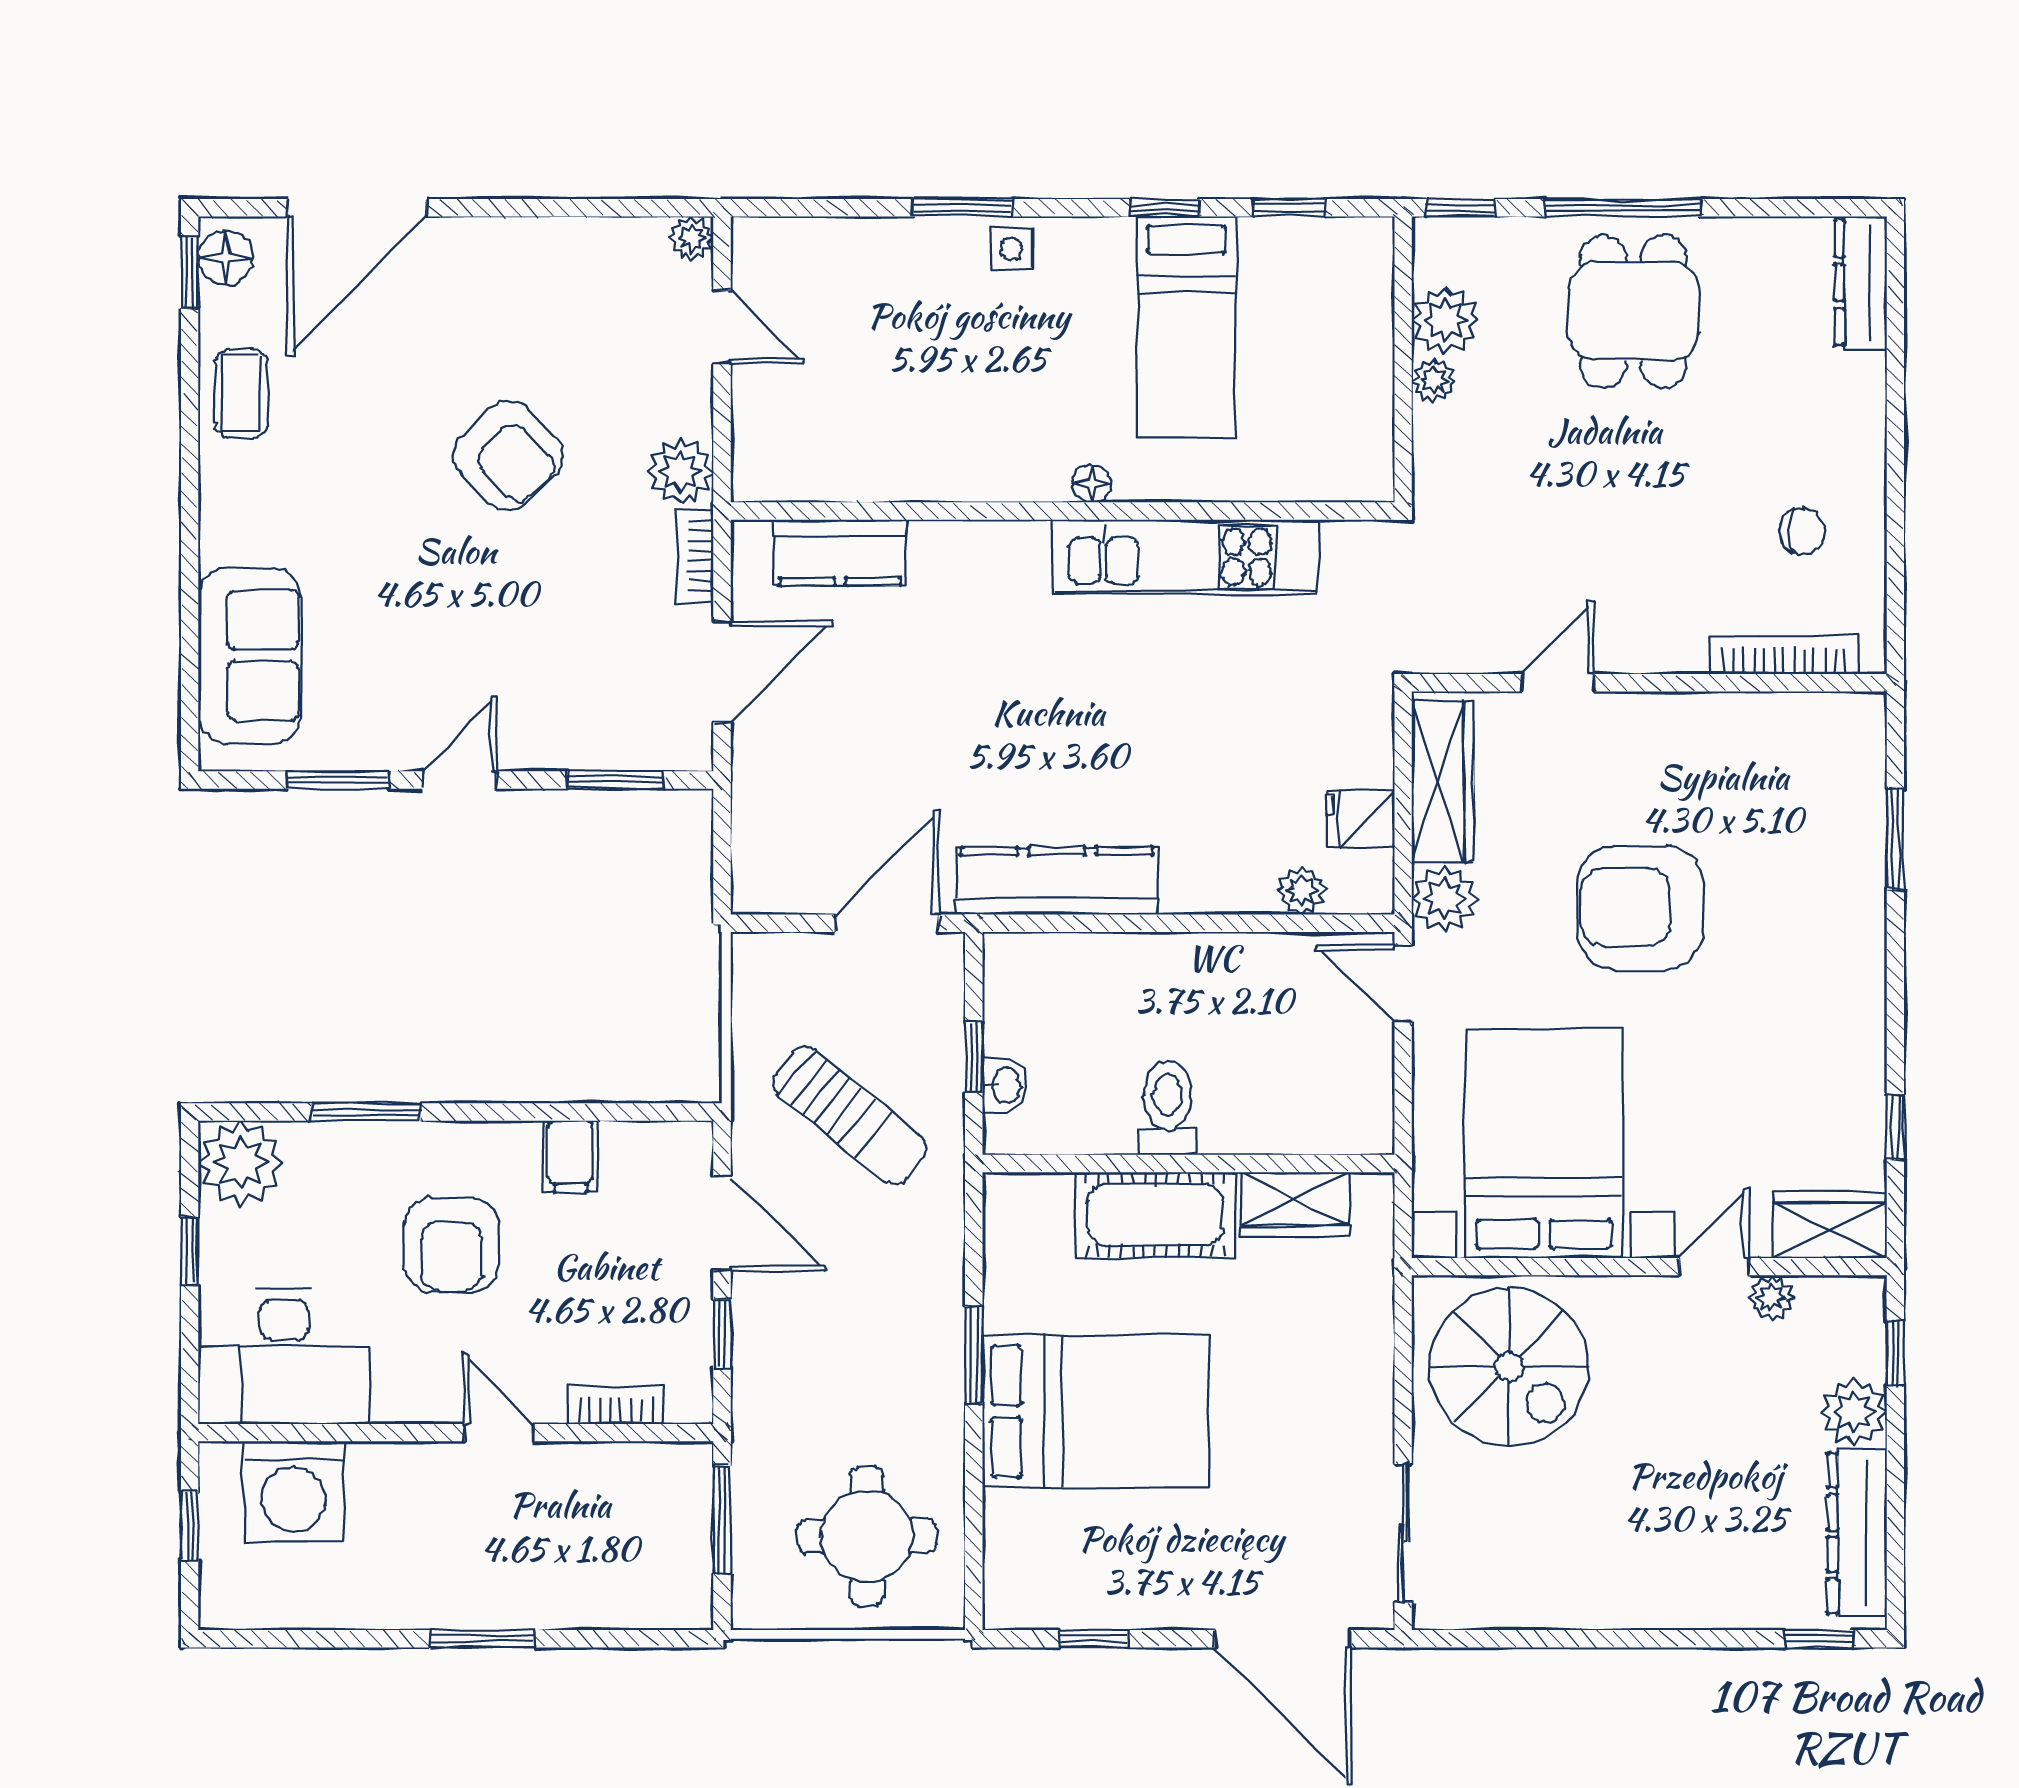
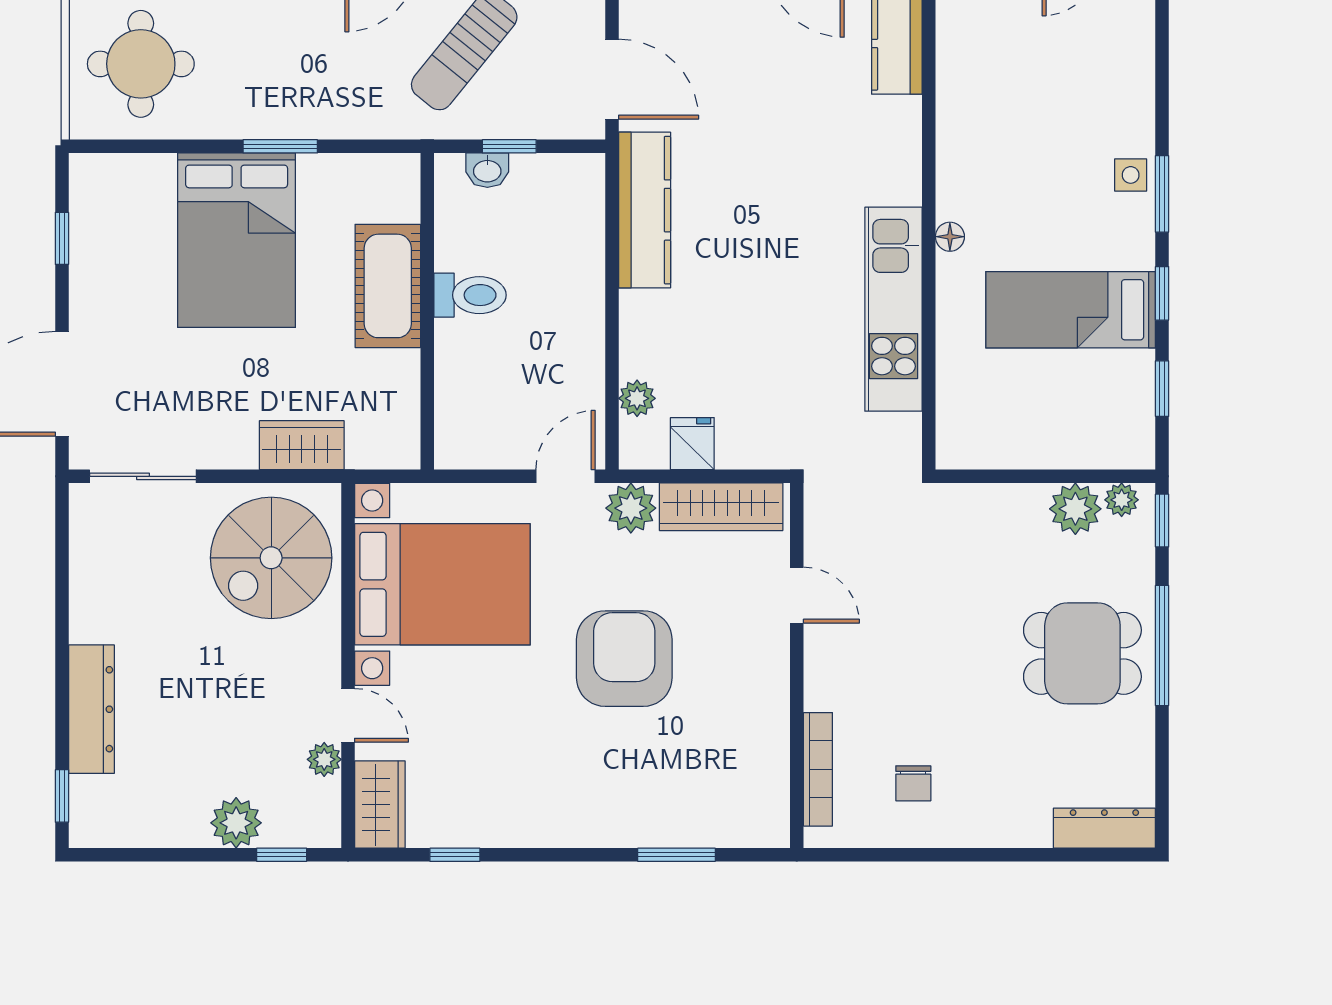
window: (962, 208) -> (1162, 194), moved
plant: (1434, 381) -> (1122, 500), moved
wardrobe: (1295, 1204) -> (302, 445), moved, turned 90
dresser: (1857, 1533) -> (91, 709), moved, turned 90

